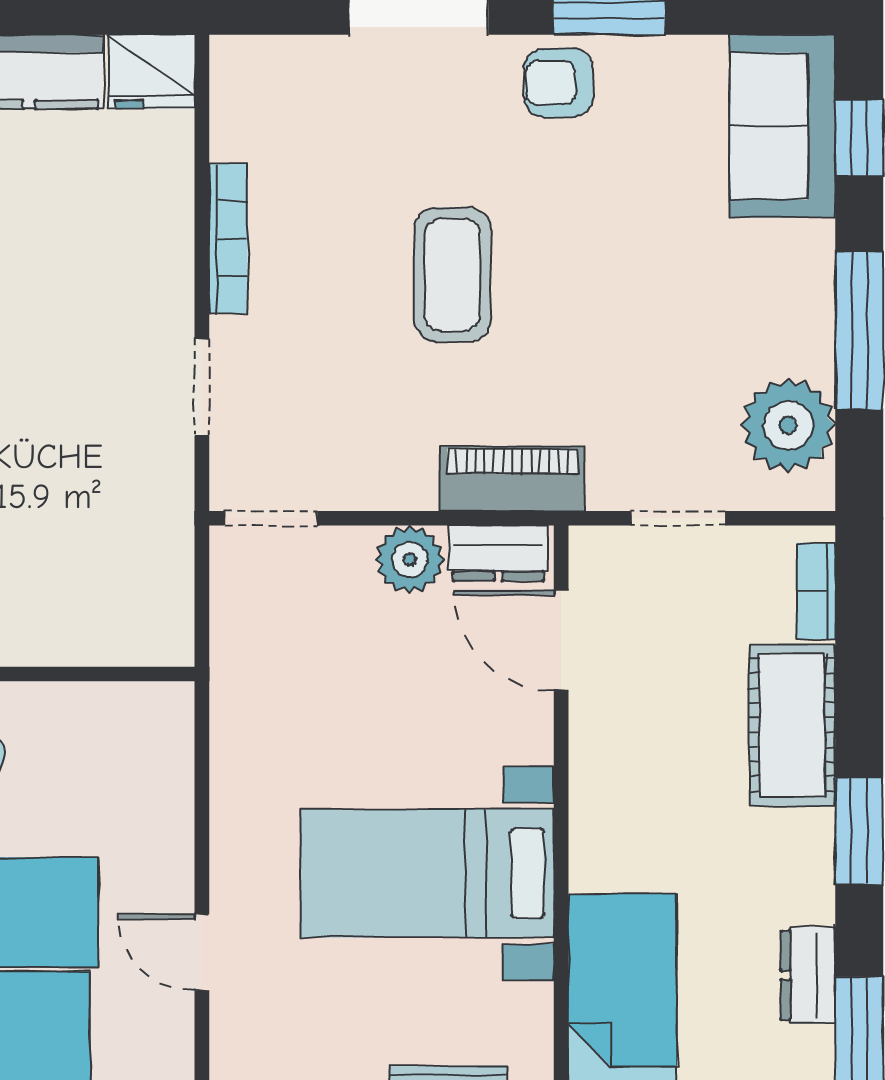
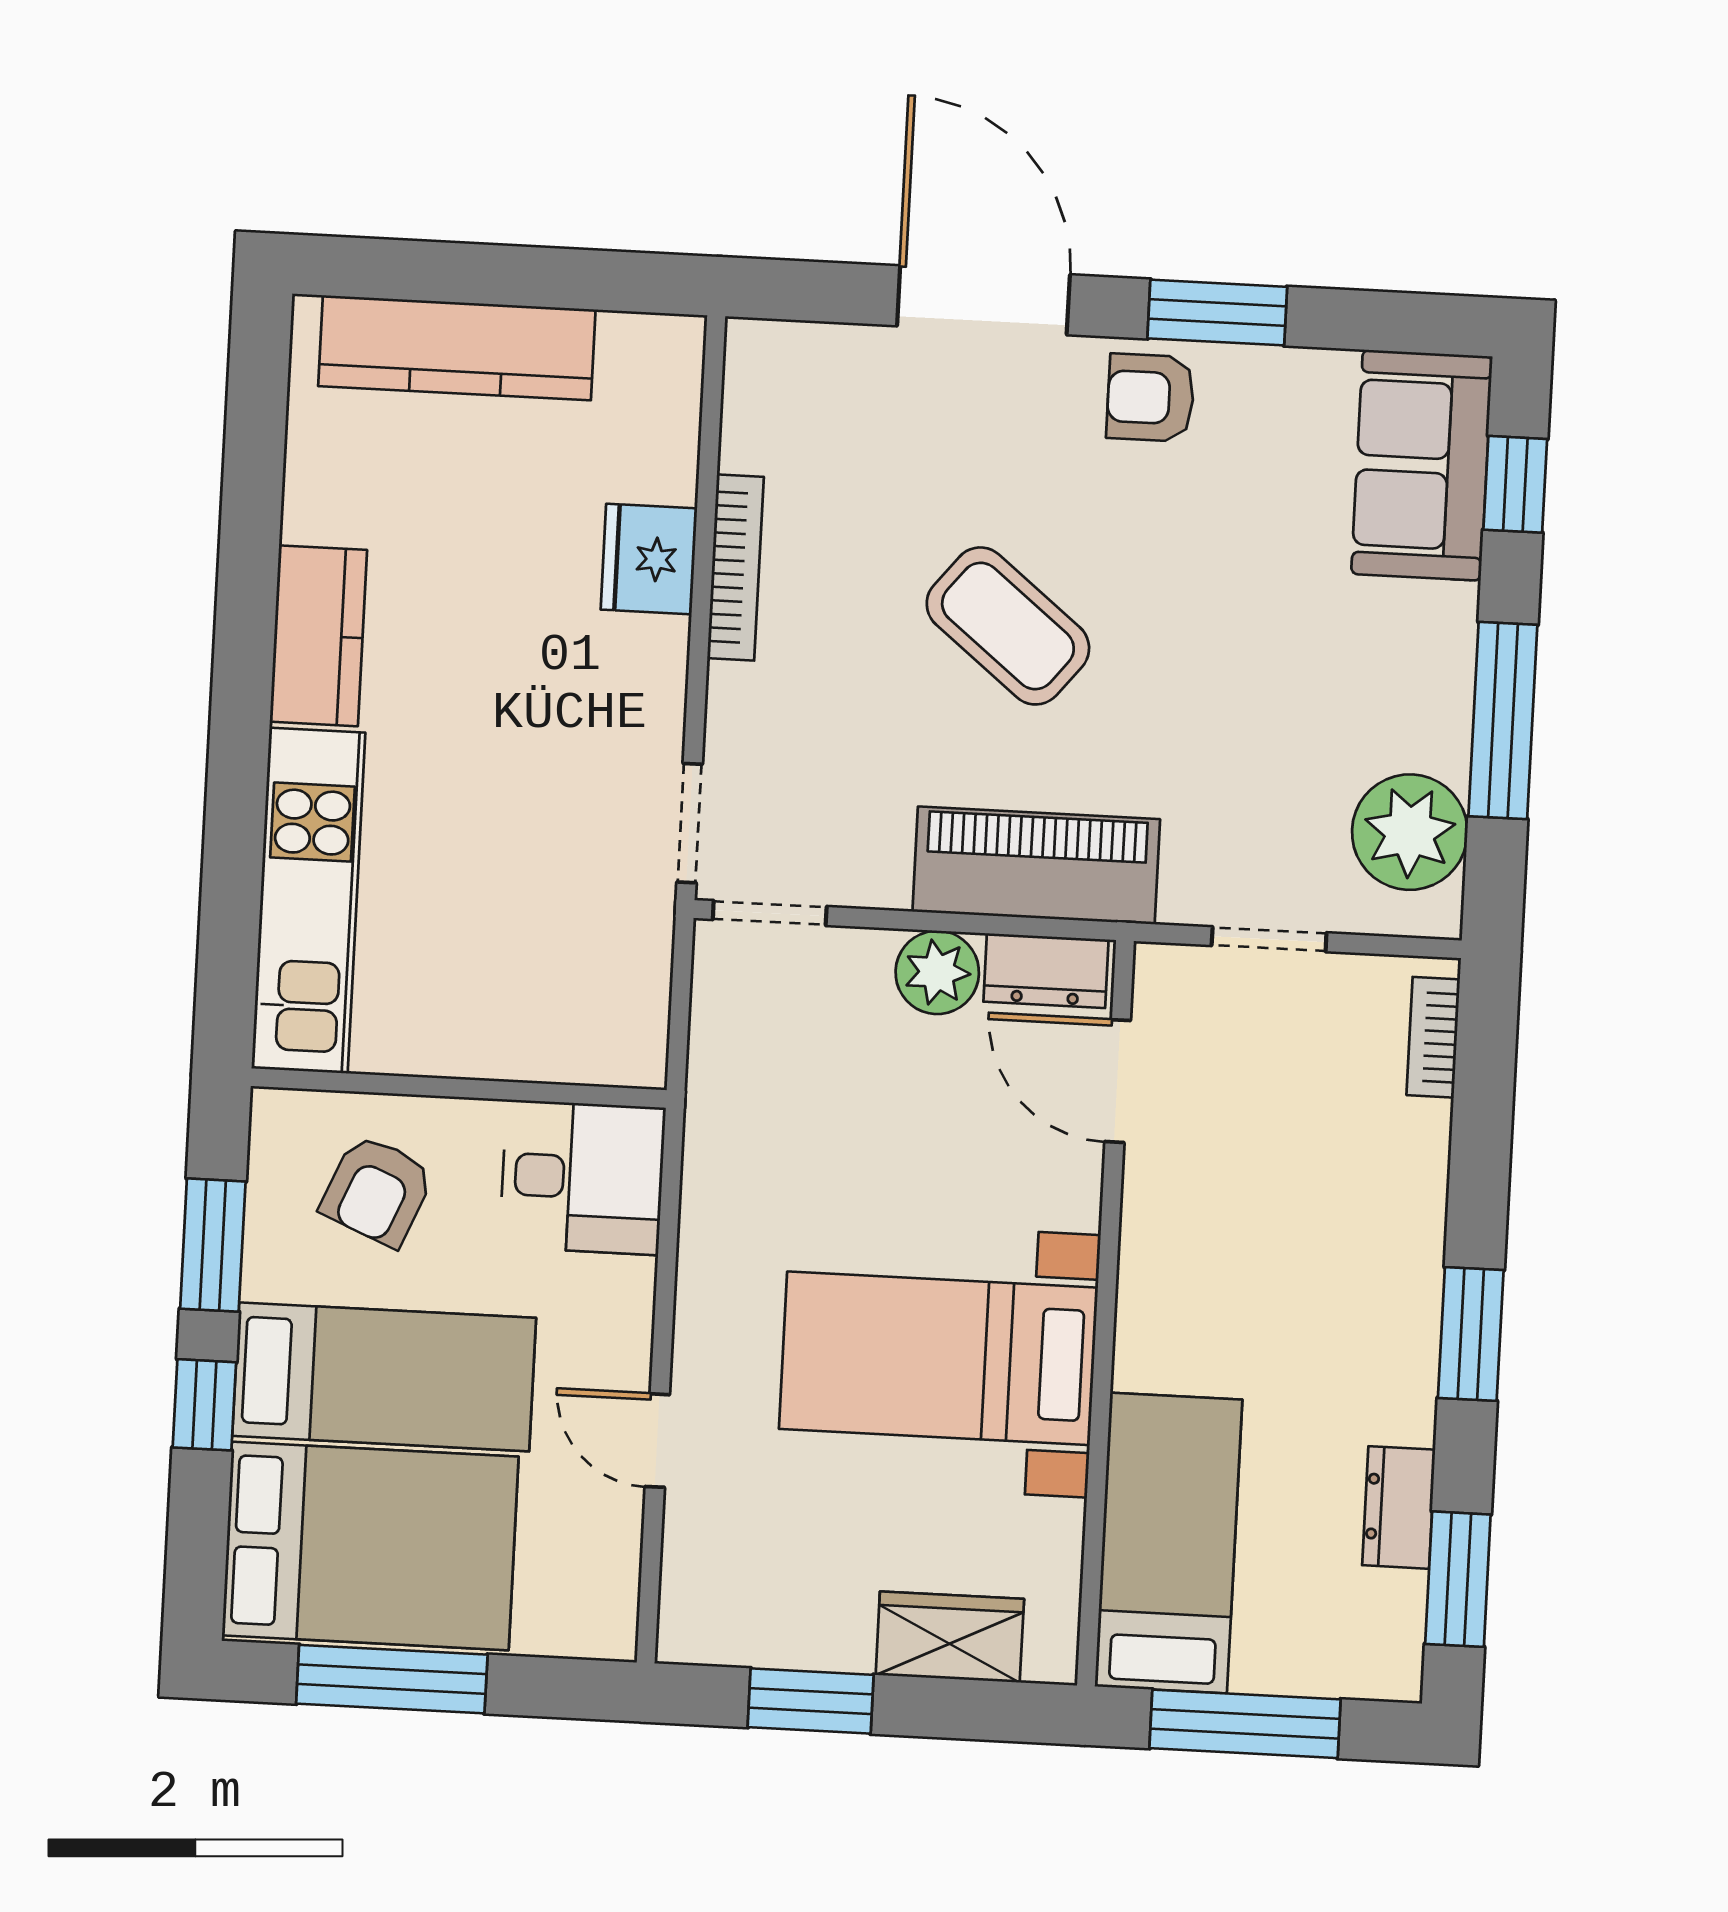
fridge: (151, 72) -> (649, 559), moved, turned 90
coffee table: (452, 275) -> (1008, 626), turned -51
doorway: (202, 387) -> (690, 823), moved
piano: (512, 479) -> (1036, 865), width x1.37, depth x1.33
cot: (792, 725) -> (1395, 1200), removed
desk: (130, 741) -> (582, 1177), added

